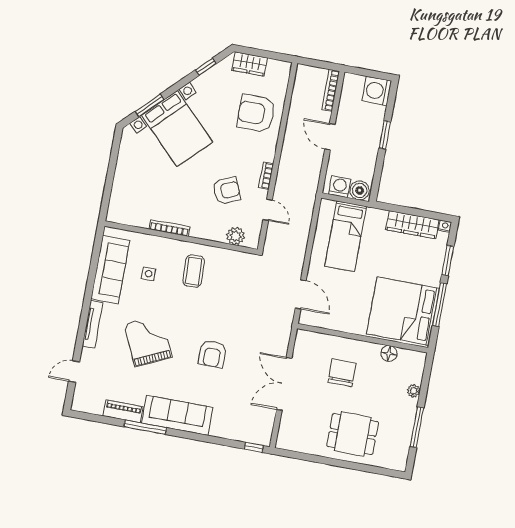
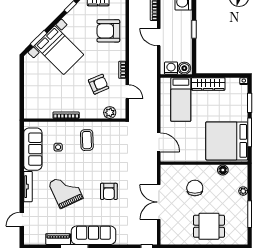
wardrobe: (412, 225) -> (208, 84), moved

